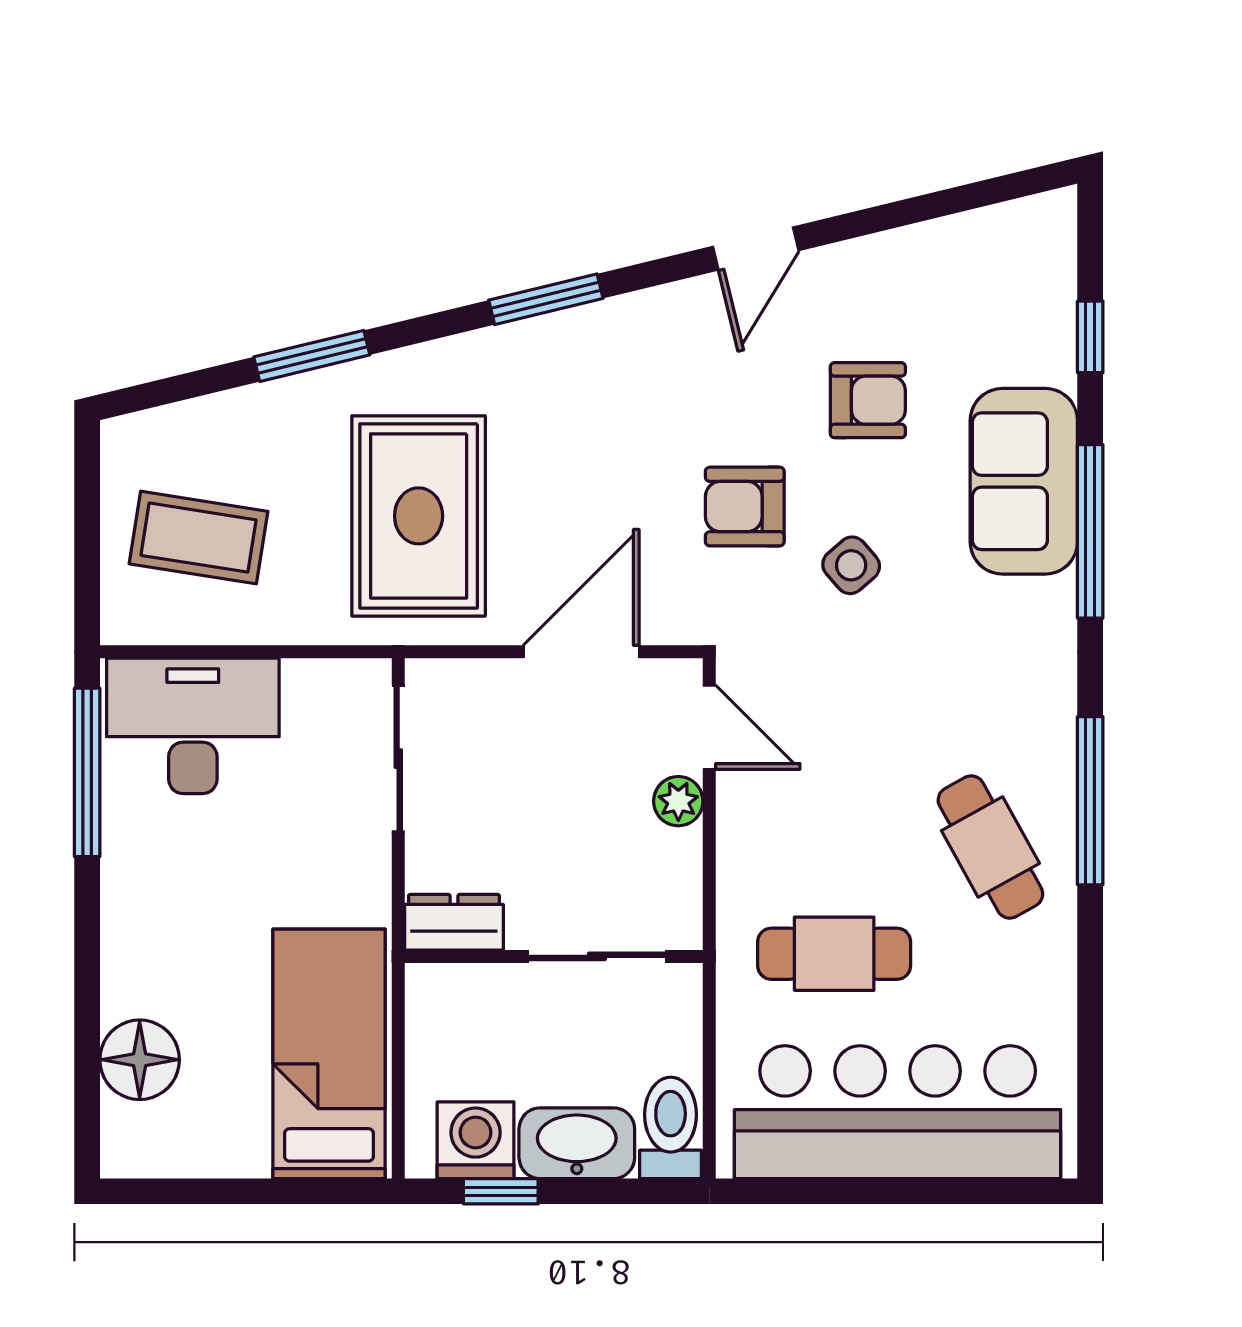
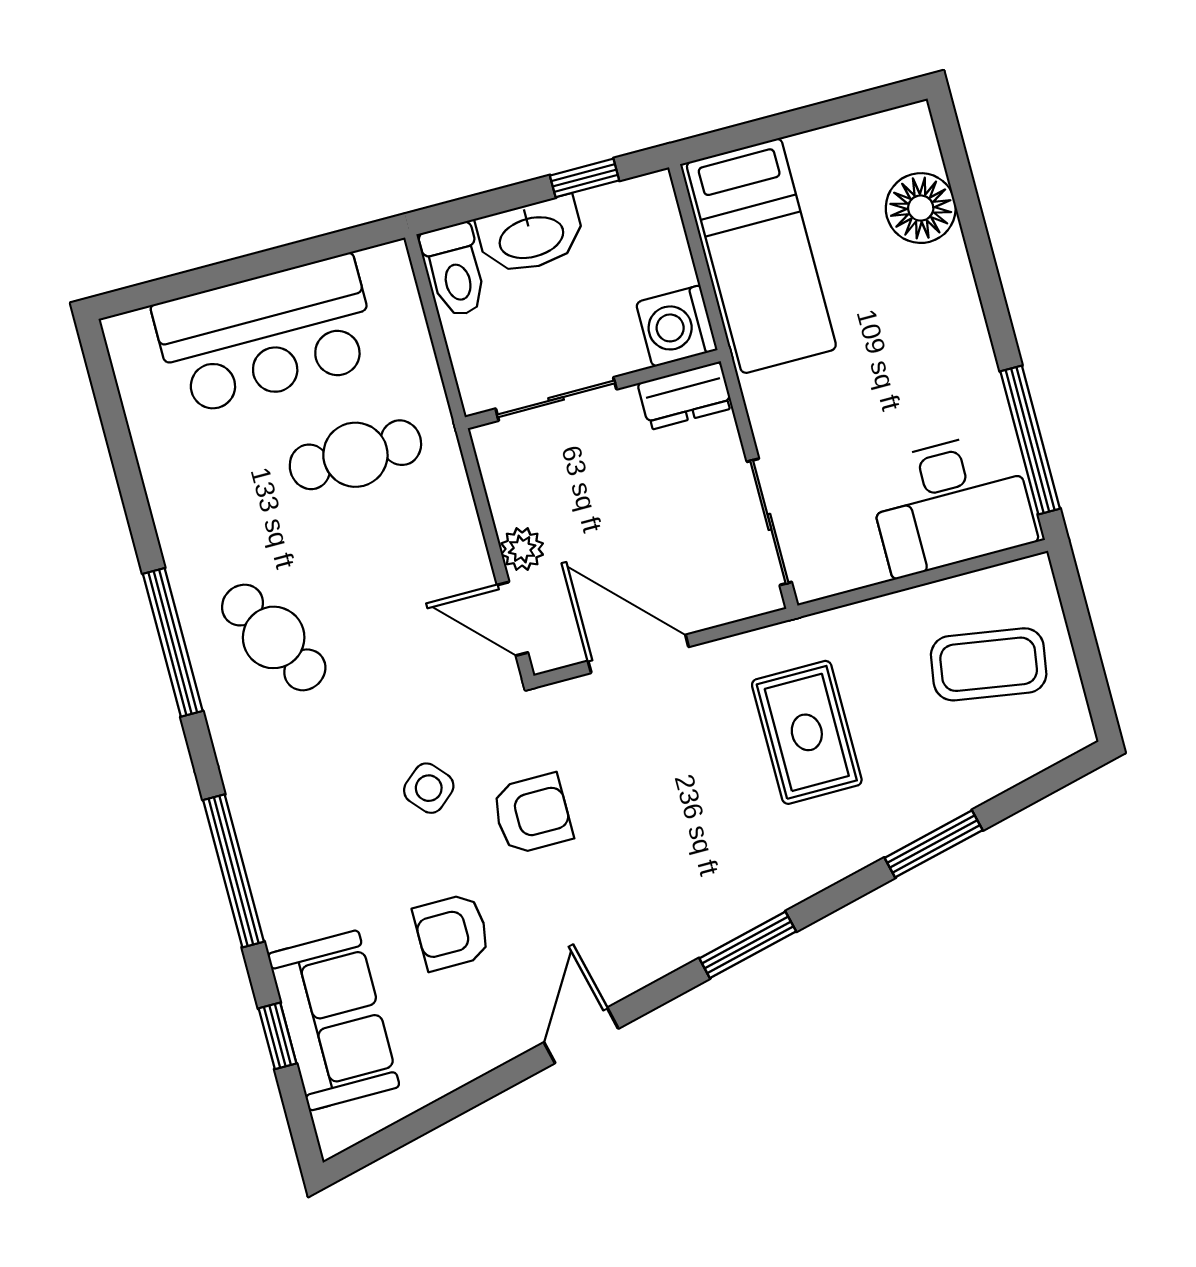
sofa: (1024, 481) -> (334, 1020), moved
rug: (419, 516) -> (807, 732), width x0.73, depth x0.70
door: (581, 652) -> (638, 654), swing flipped
cafe table: (990, 847) -> (274, 637), moved
bar counter: (898, 1112) -> (266, 335), width x0.73
washing machine: (476, 1140) -> (677, 326), moved, turned 90

